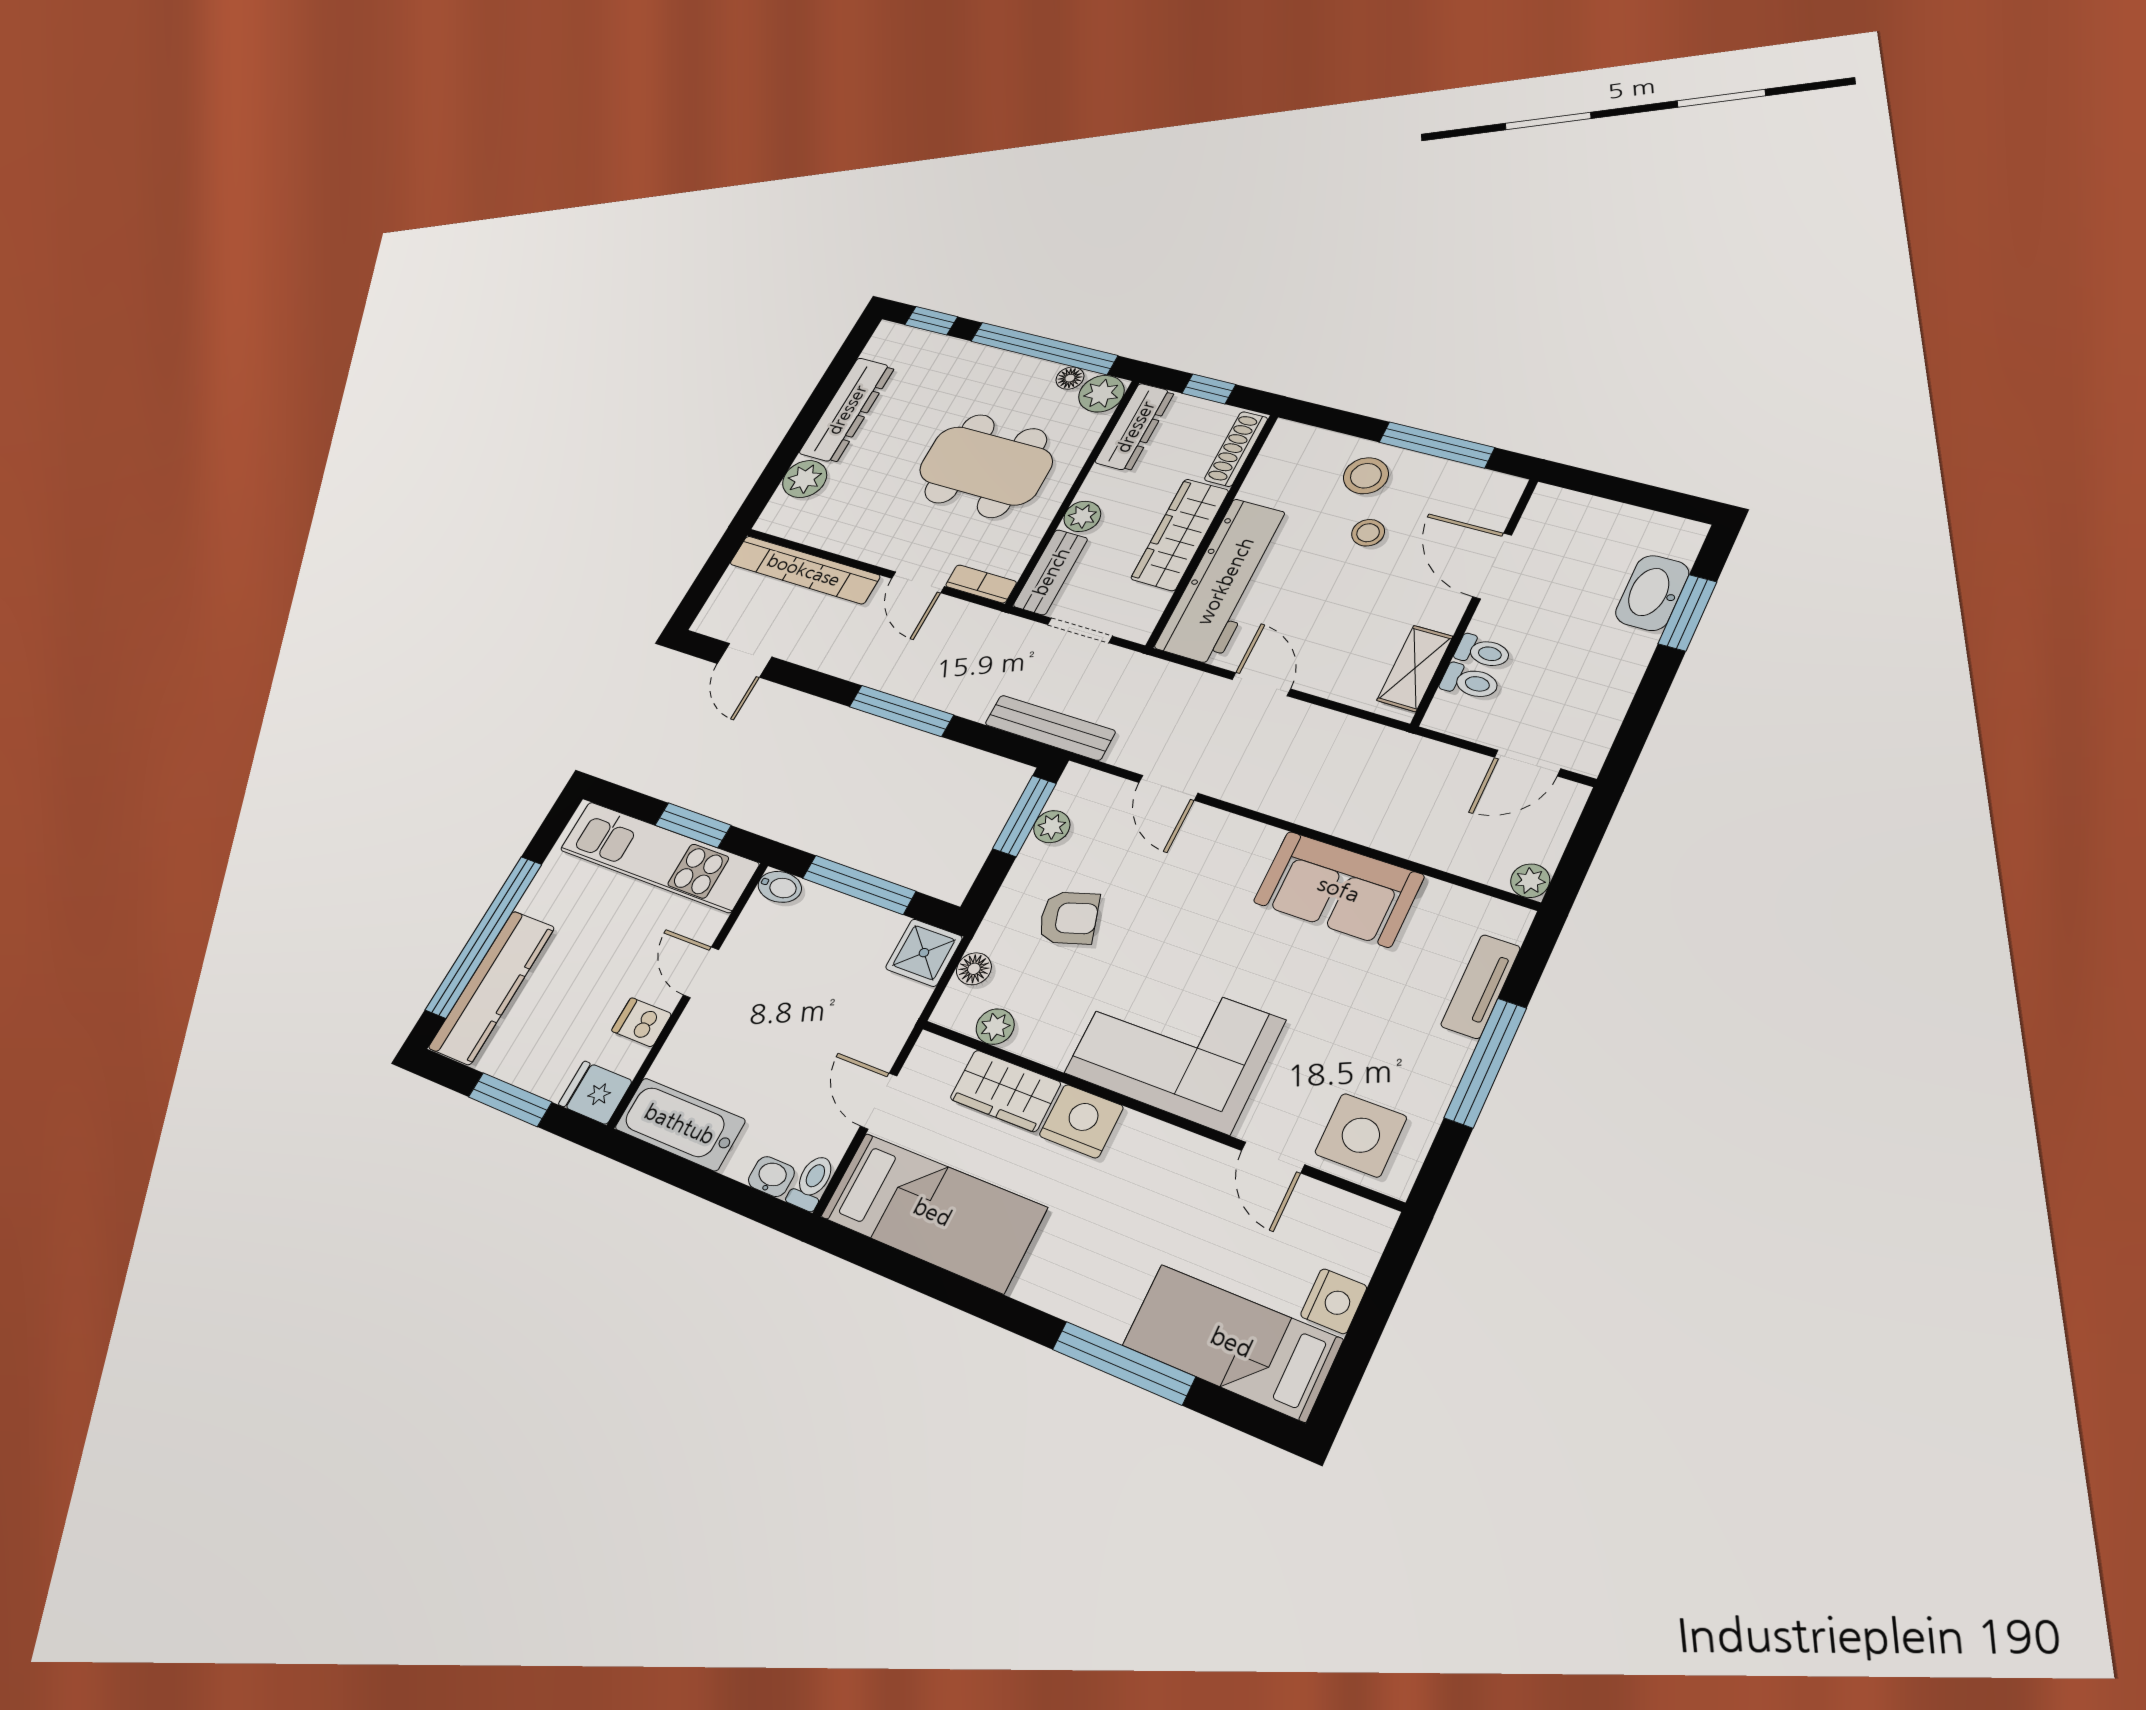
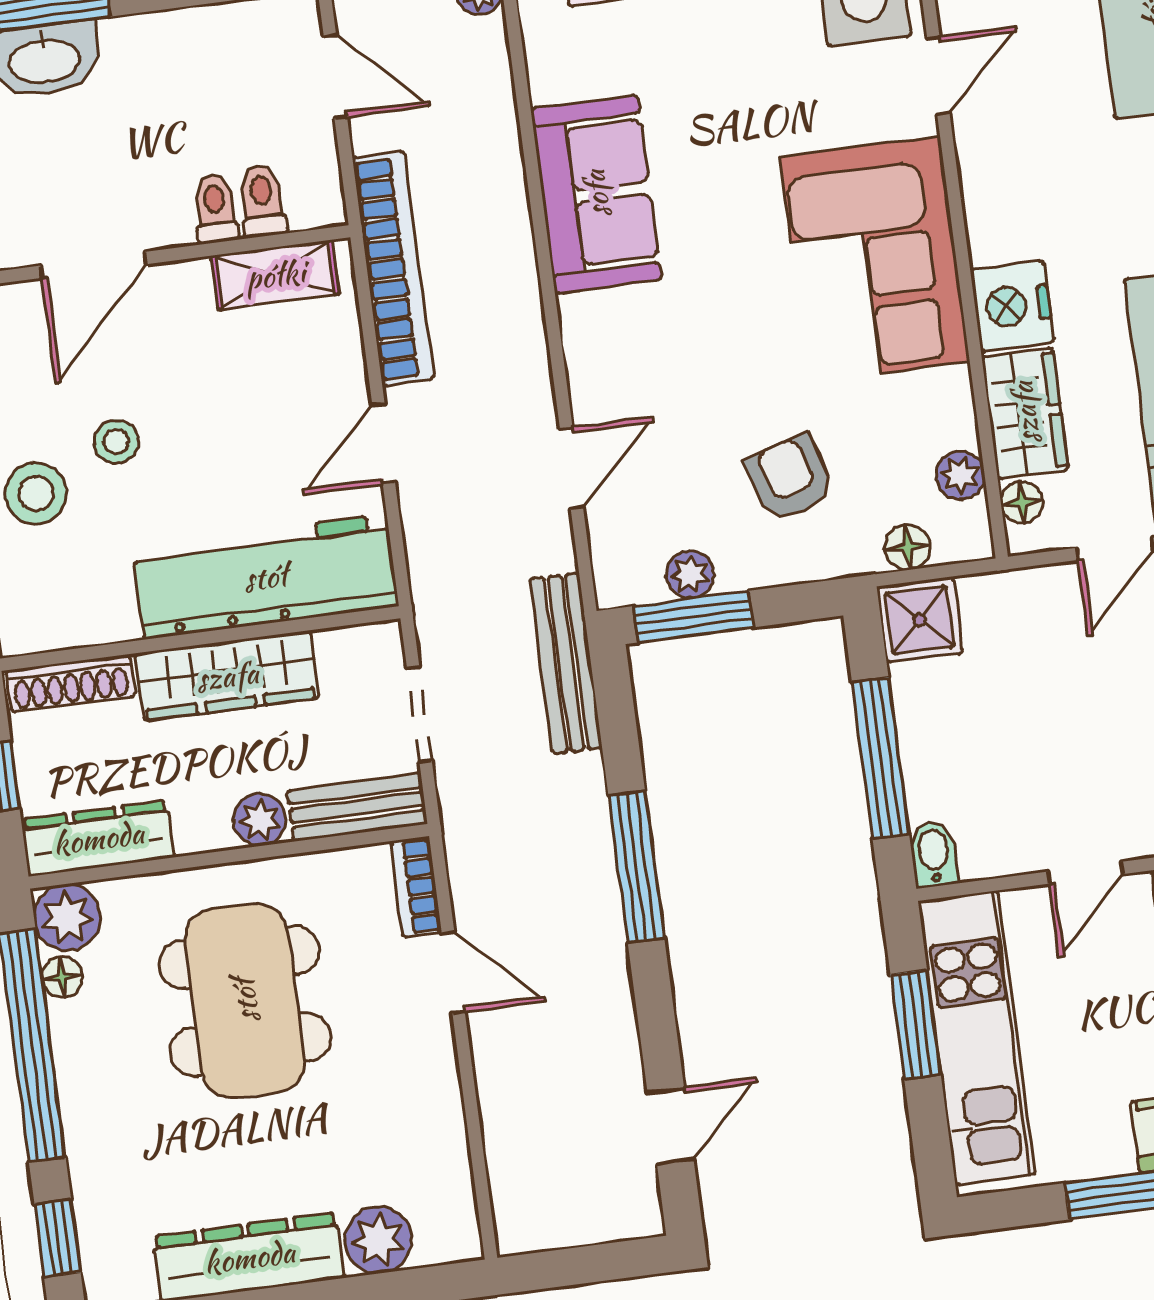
bookcase: (804, 570) -> (393, 268), moved
door: (918, 582) -> (453, 972), hinge flipped
floor lamp: (950, 1057) -> (1022, 502), added

